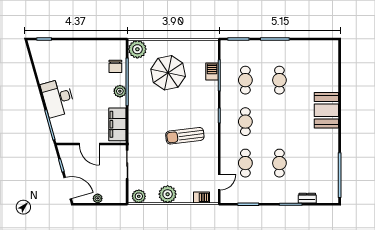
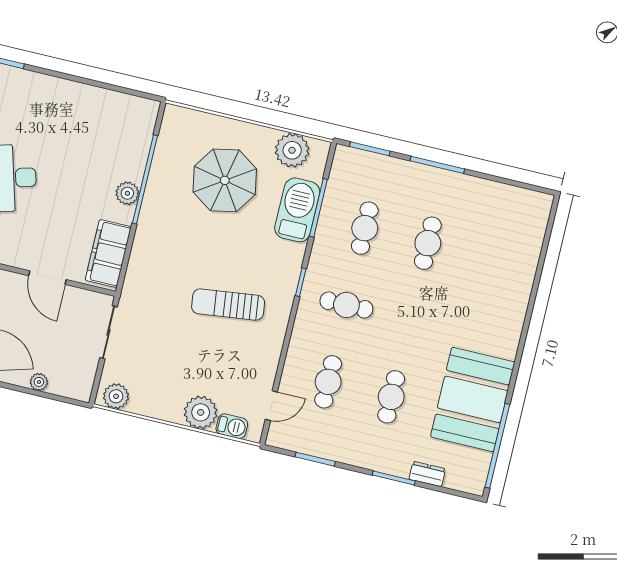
plant: (137, 49) -> (292, 150), moved
chair: (115, 66) -> (130, 145), removed
barbecue: (212, 71) -> (297, 210), width x1.88, depth x1.53
booth: (326, 110) -> (473, 399), moved, width x1.36, depth x1.42
cafe table: (245, 122) -> (346, 305), turned 90
plant: (168, 194) -> (201, 412), moved

